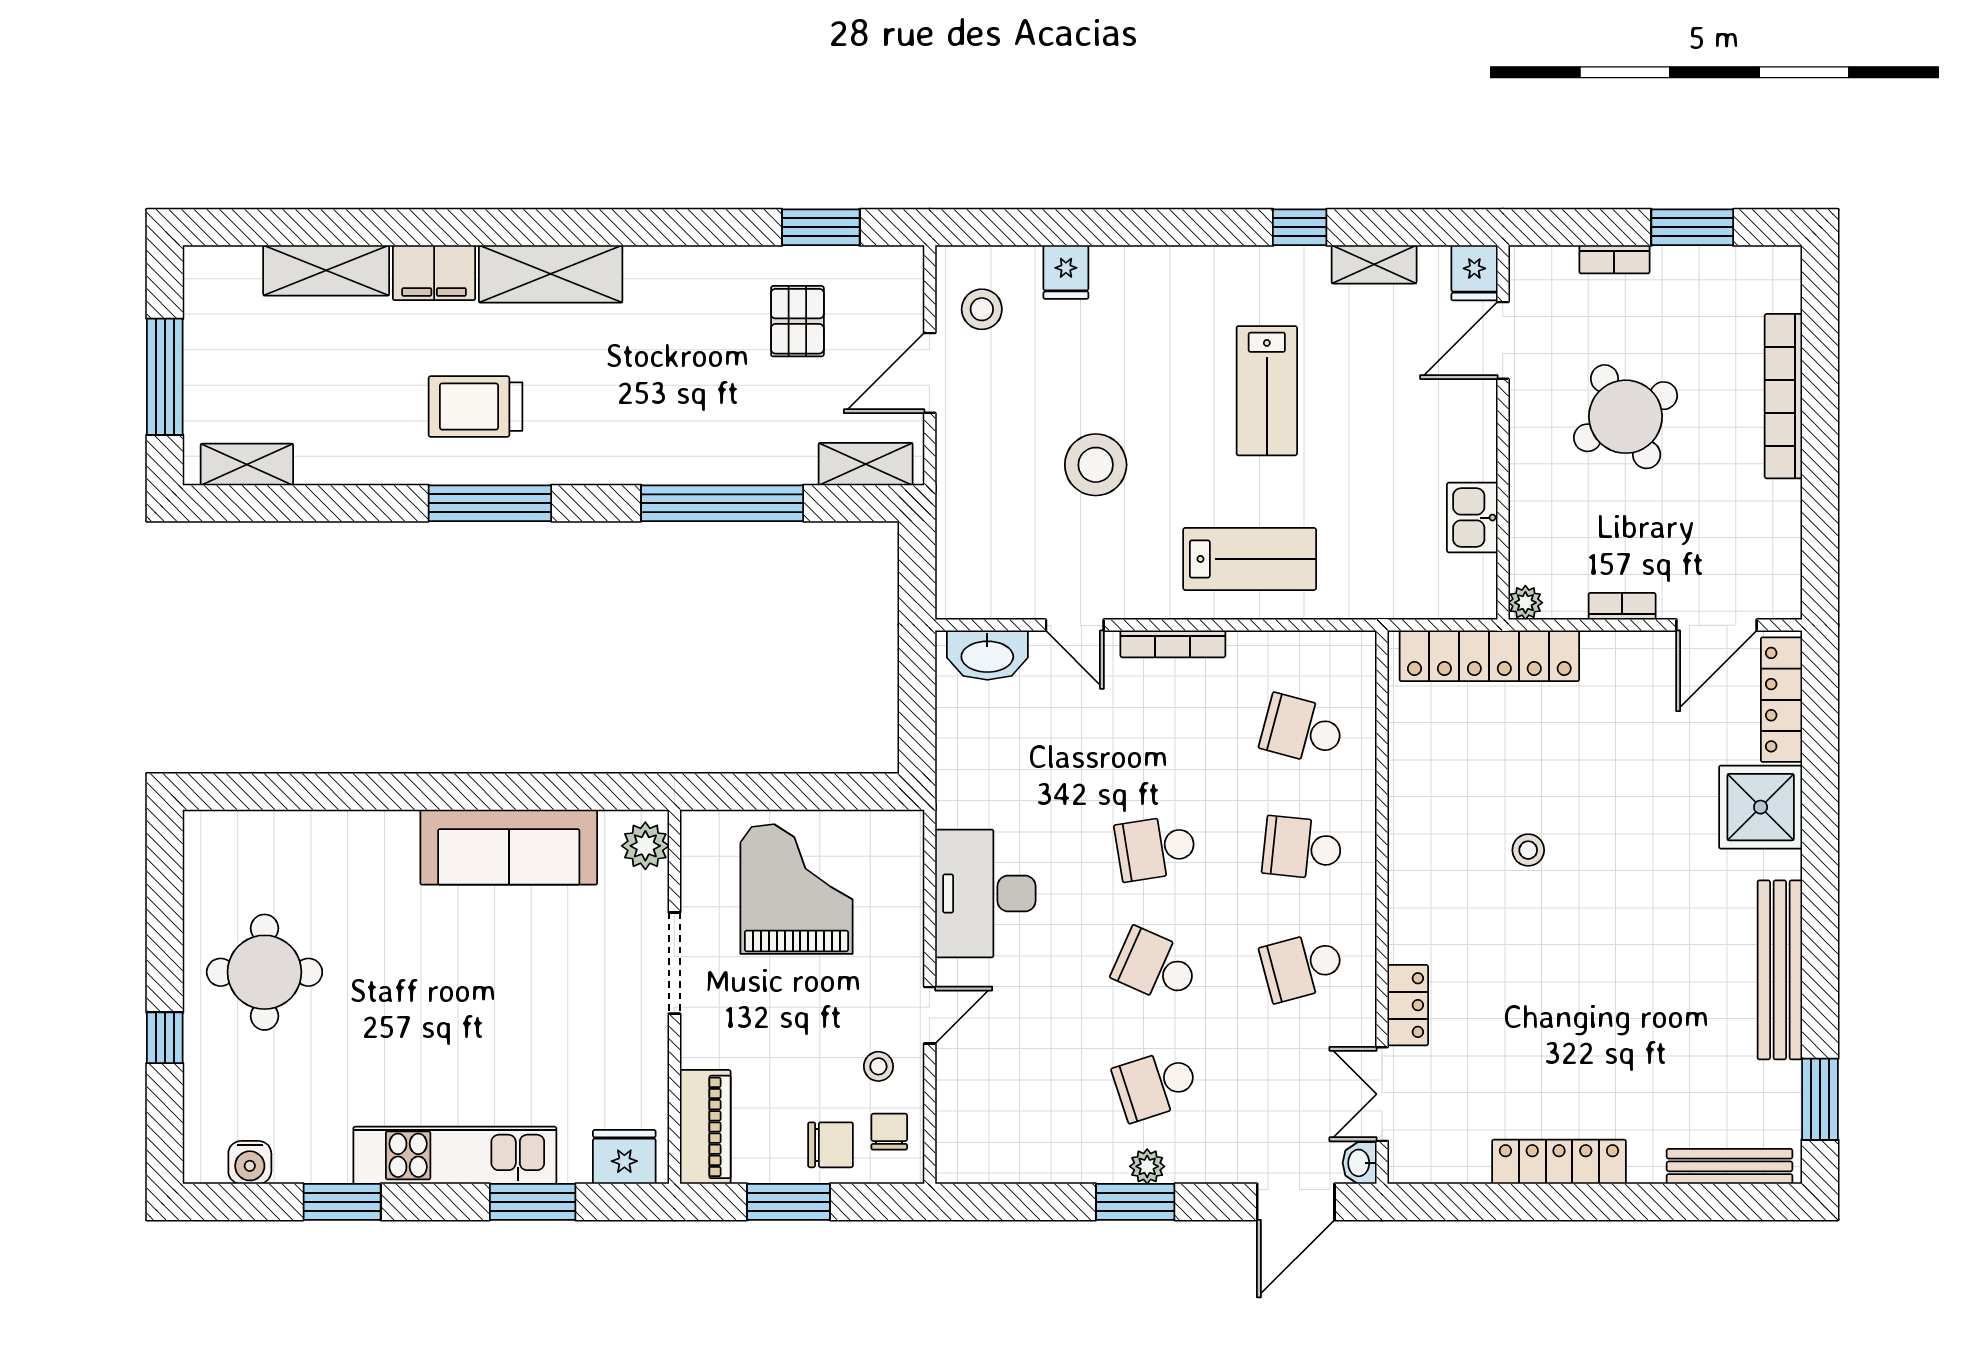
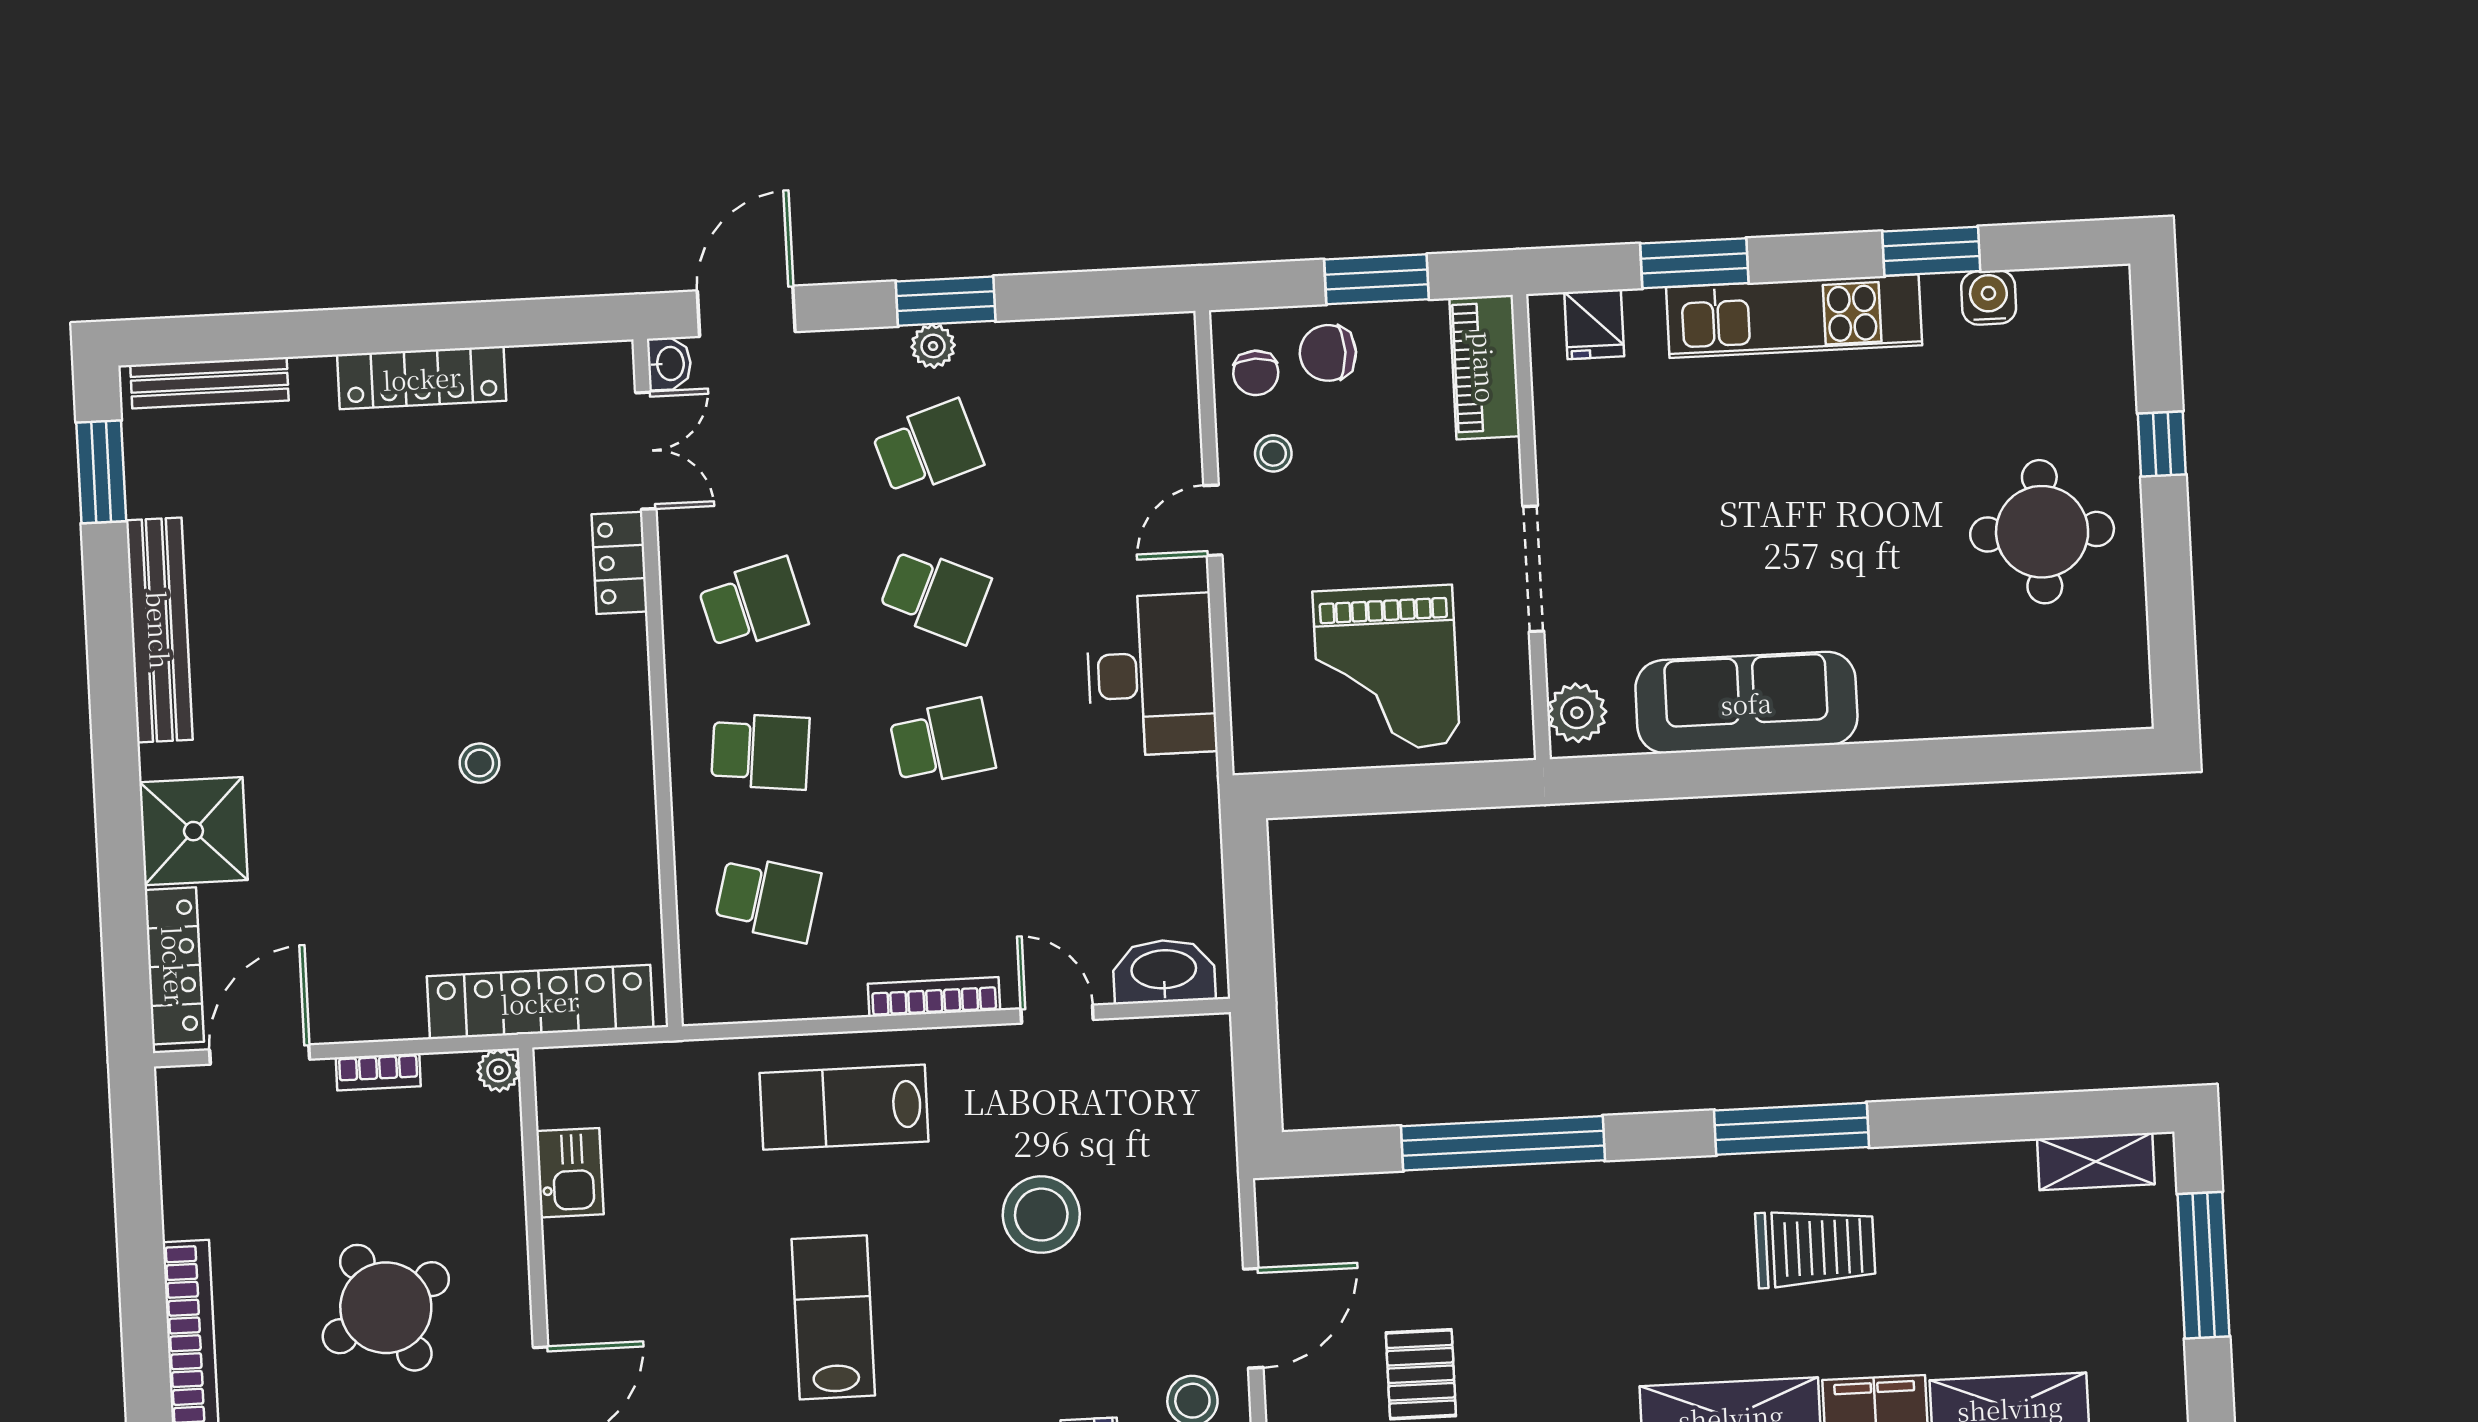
shelving: (866, 464) -> (1327, 1201), removed
fridge: (624, 1157) -> (1594, 324), width x0.72
water cooler: (250, 1162) -> (1989, 297), moved

